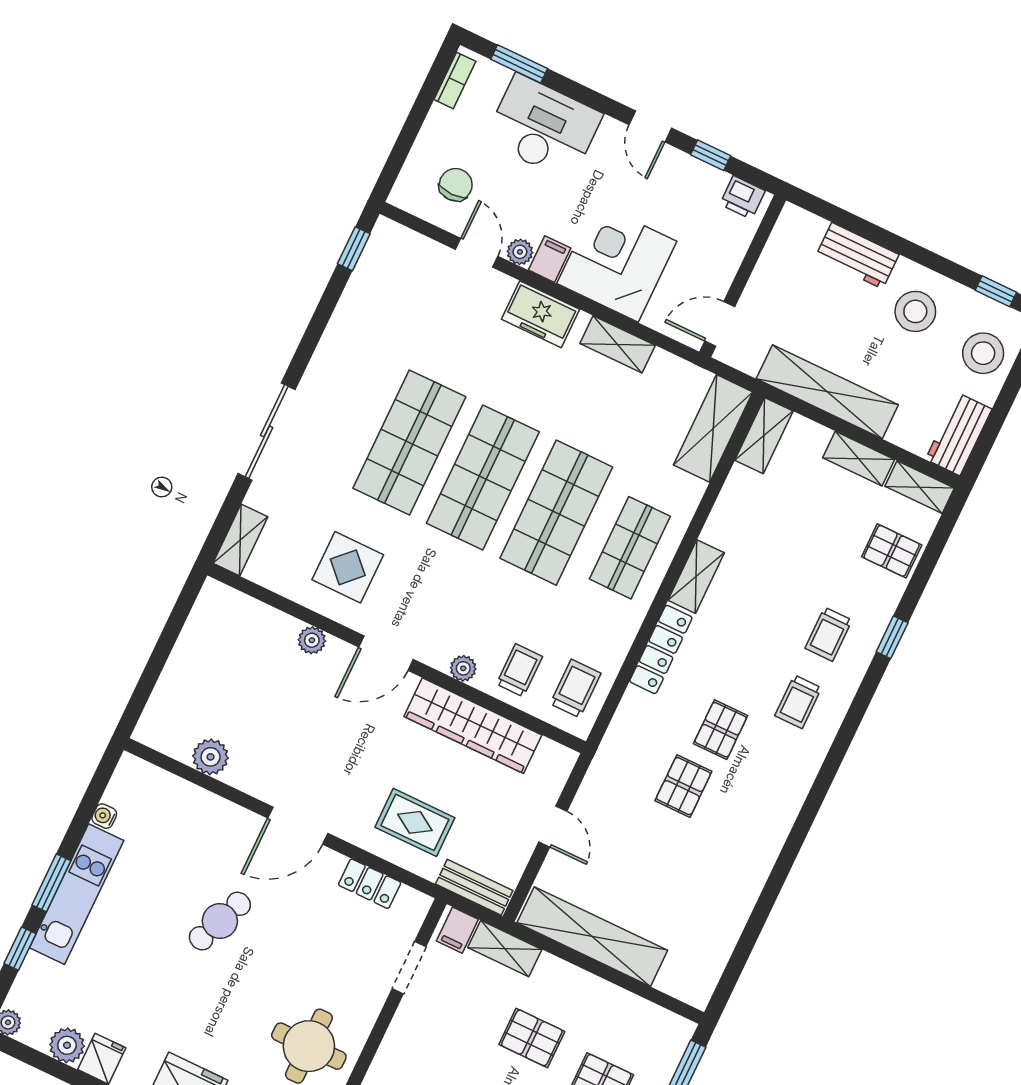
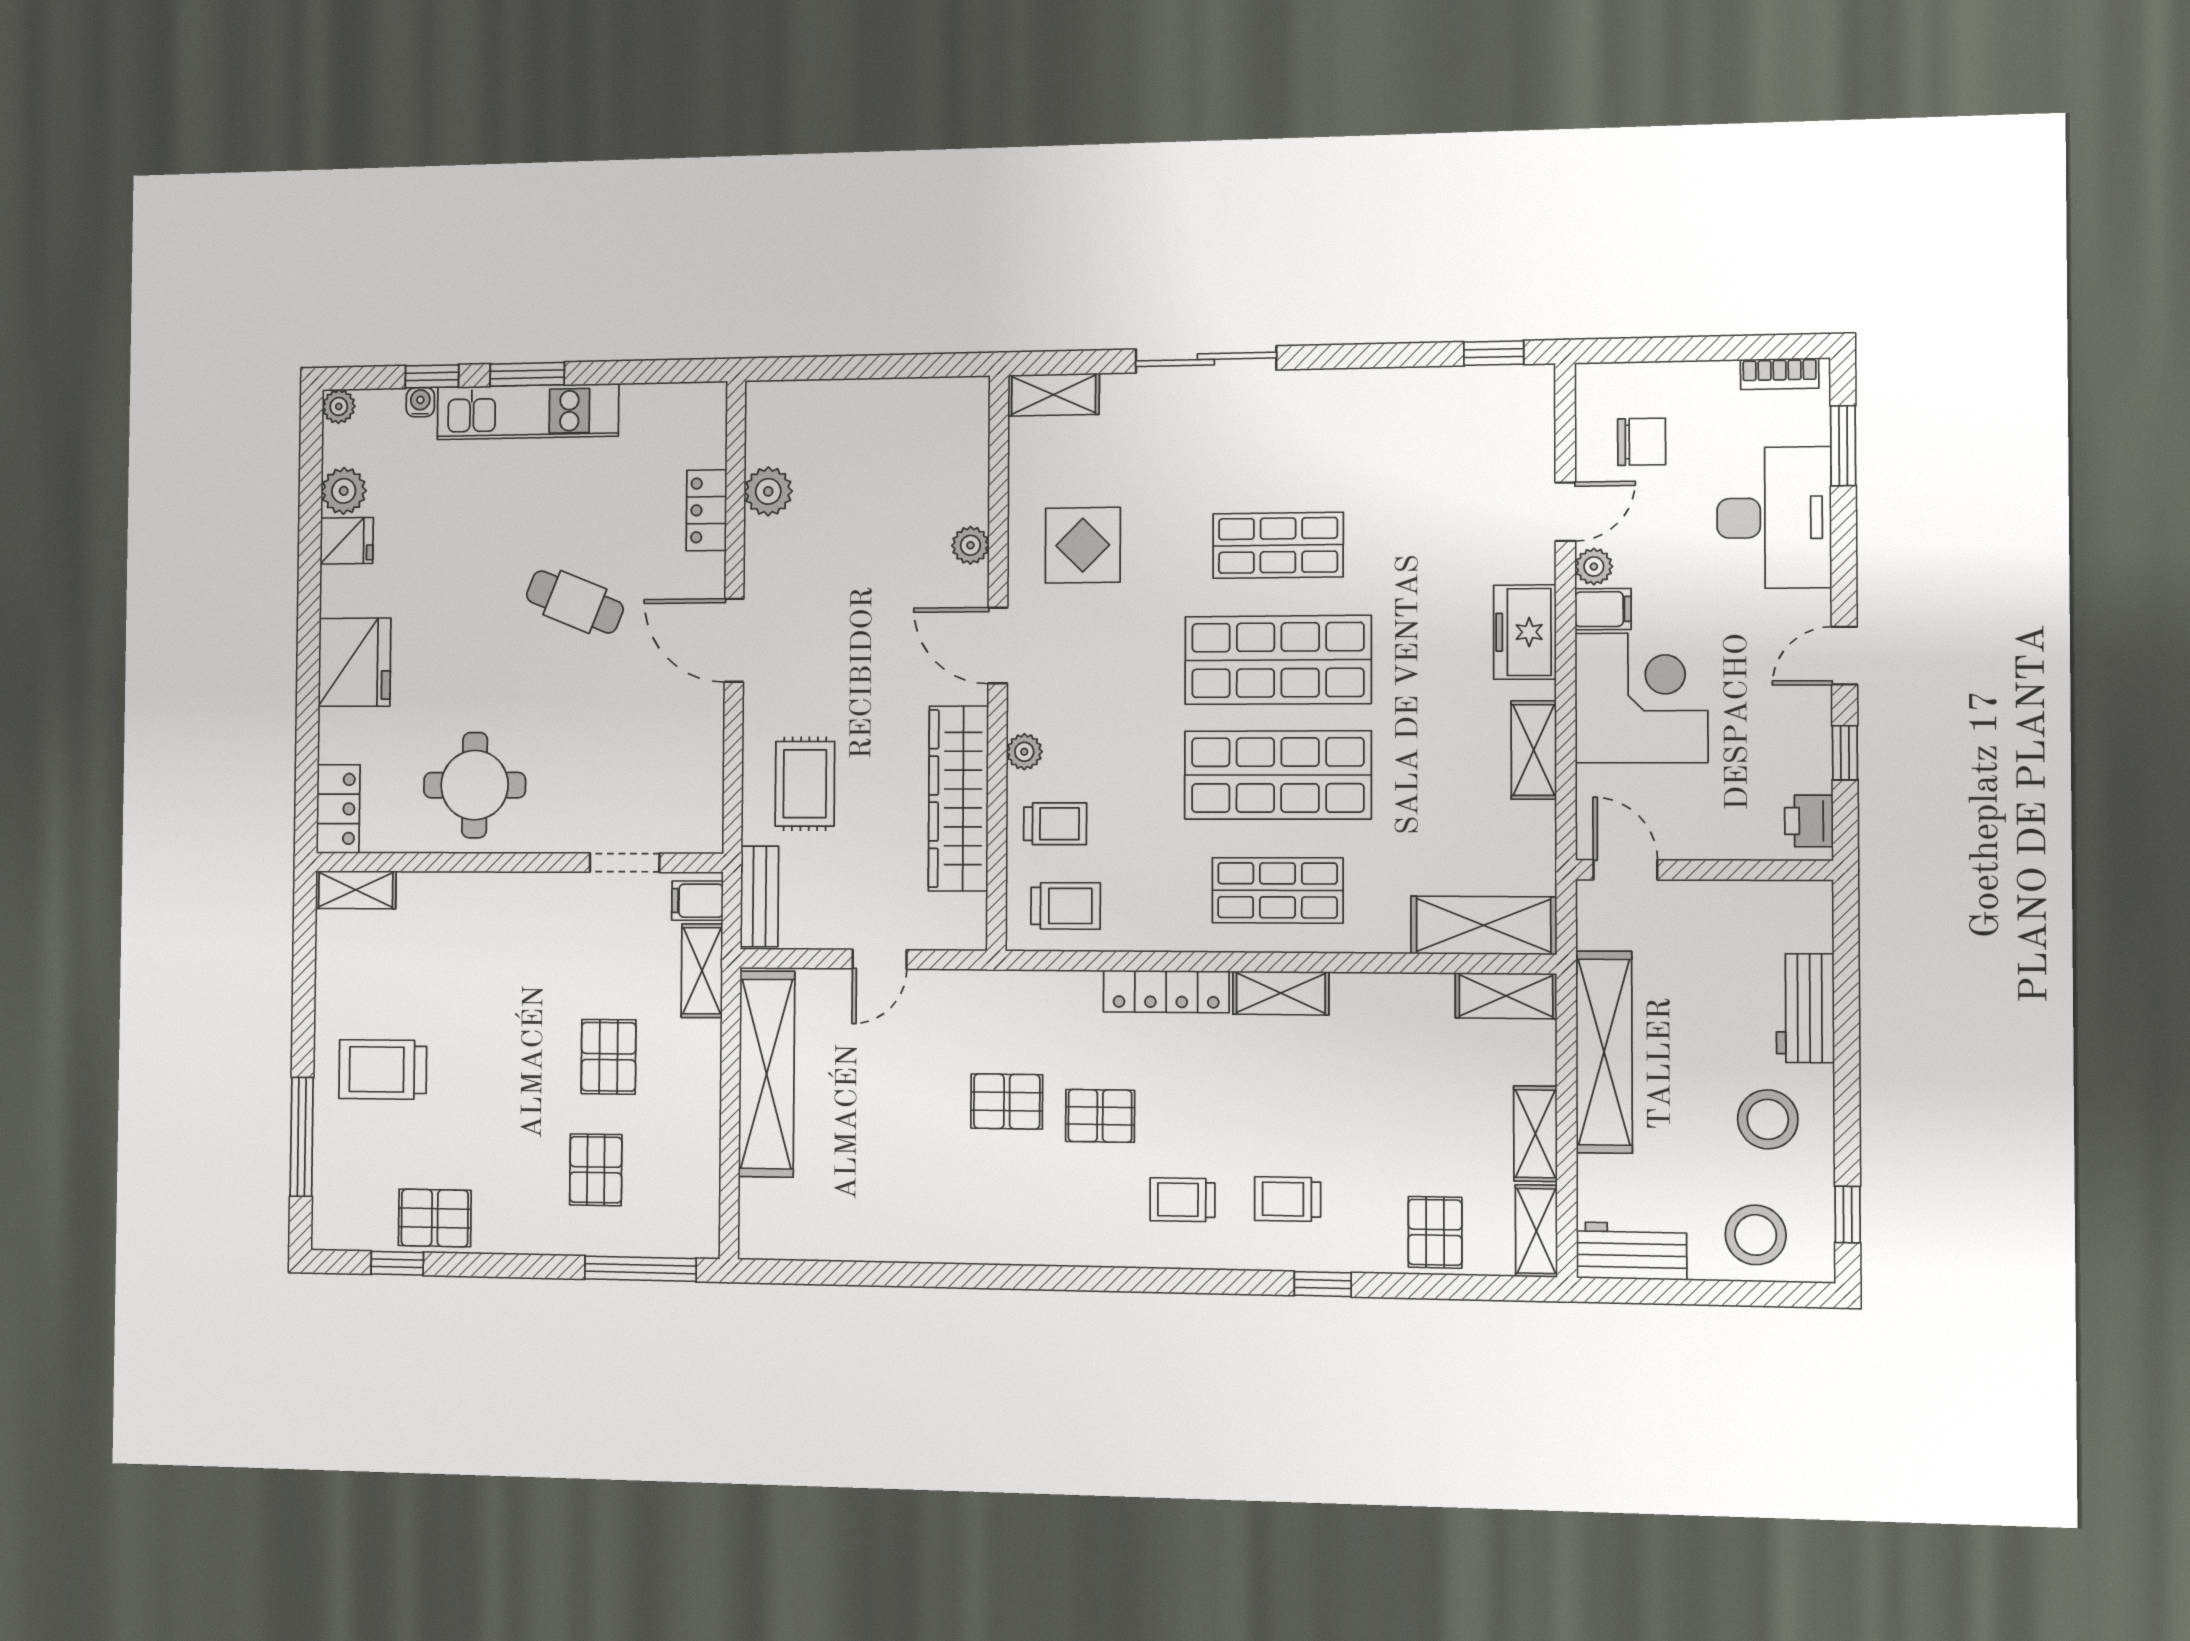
shop shelf: (409, 442) -> (1278, 545), width x0.70, depth x0.74
water cooler: (104, 816) -> (420, 402), moved
locker: (370, 884) -> (706, 510), moved

